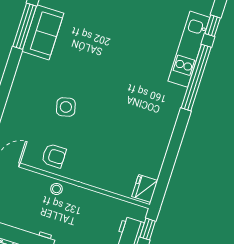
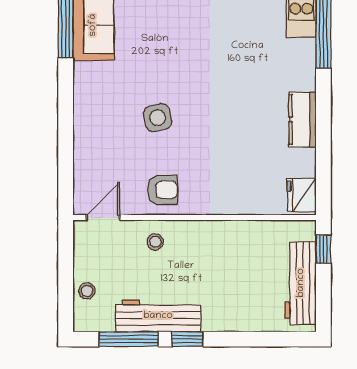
kitchen counter: (161, 139) -> (303, 120), added
stool: (56, 189) -> (155, 242), moved

